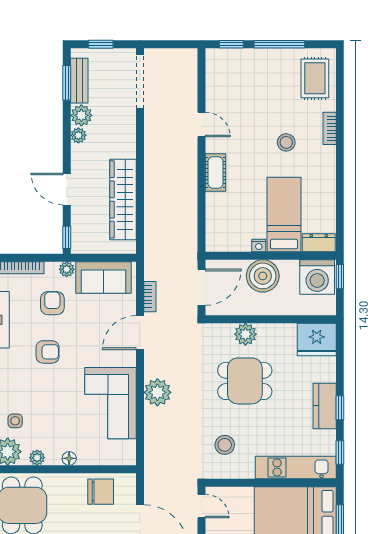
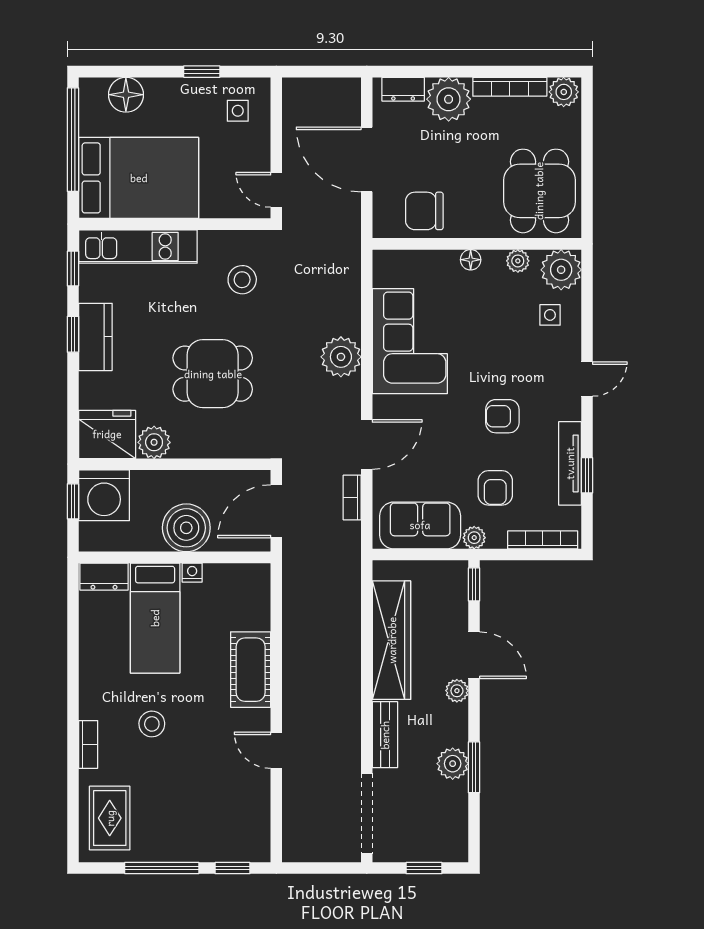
bench: (79, 81) -> (385, 735), moved
window: (67, 83) -> (474, 767), moved
plant: (78, 135) -> (457, 691), moved
cot: (215, 172) -> (251, 670), width x1.37, depth x1.34
washing machine: (317, 277) -> (104, 495), moved, turned 180
window: (340, 277) -> (73, 501), moved
plant: (245, 334) -> (154, 442), moved

